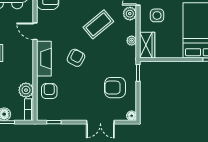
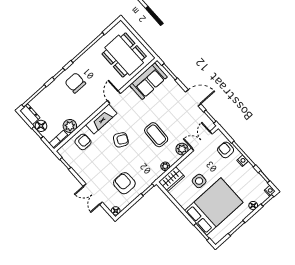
side table: (157, 15) -> (199, 181), moved
coffee table: (98, 24) -> (156, 135), turned 42

